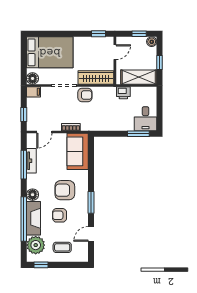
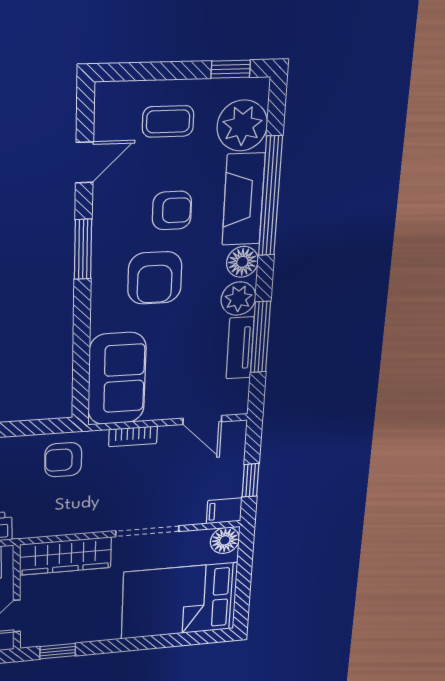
armchair: (85, 95) -> (63, 460), moved
window: (24, 115) -> (250, 480), moved
door: (44, 132) -> (202, 420), swing flipped
plant: (33, 180) -> (238, 299), added
armchair: (65, 190) -> (155, 278), turned 90

